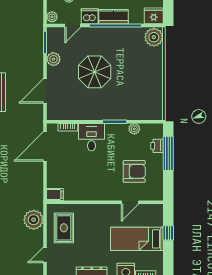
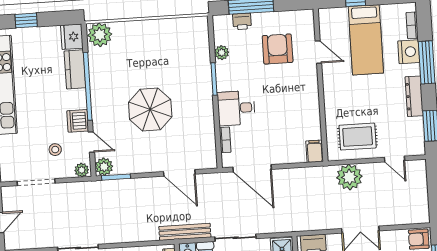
kitchen counter: (113, 17) -> (75, 69), moved
plant: (53, 59) -> (104, 167), moved

